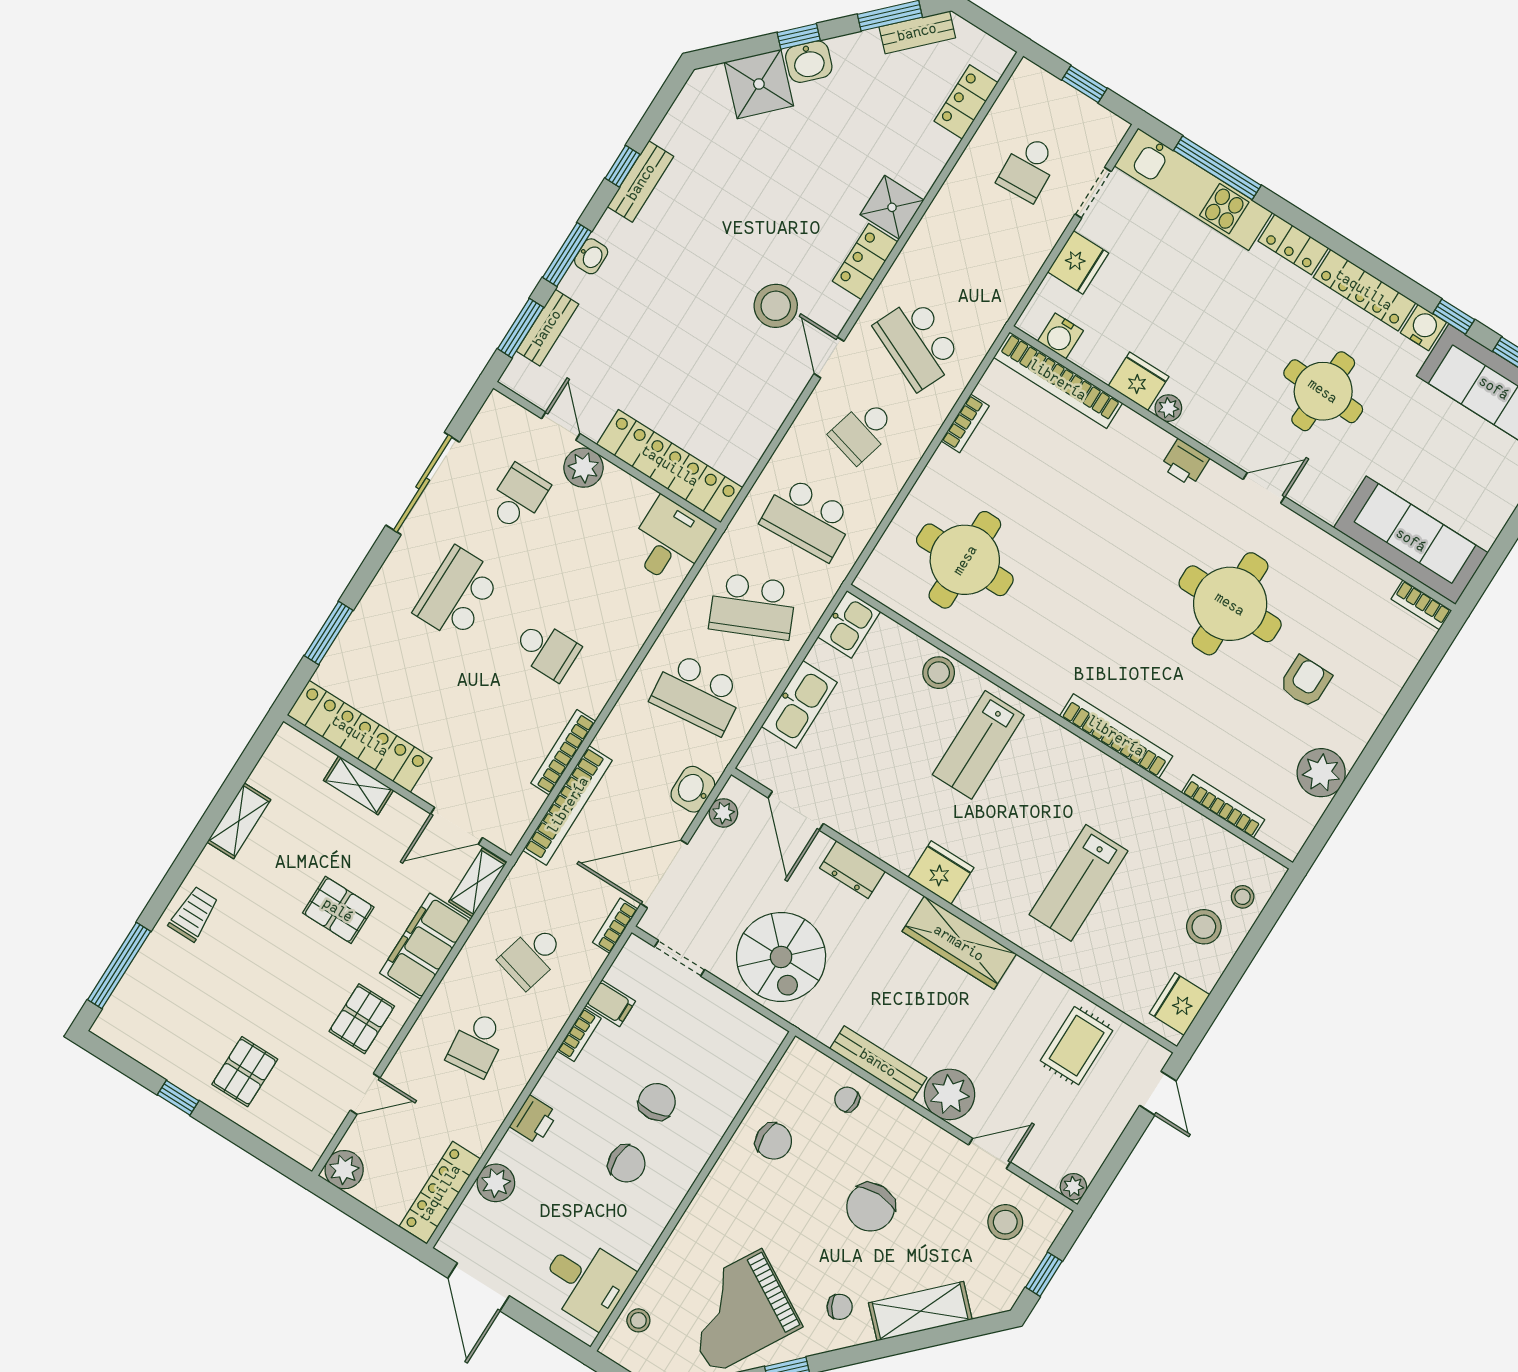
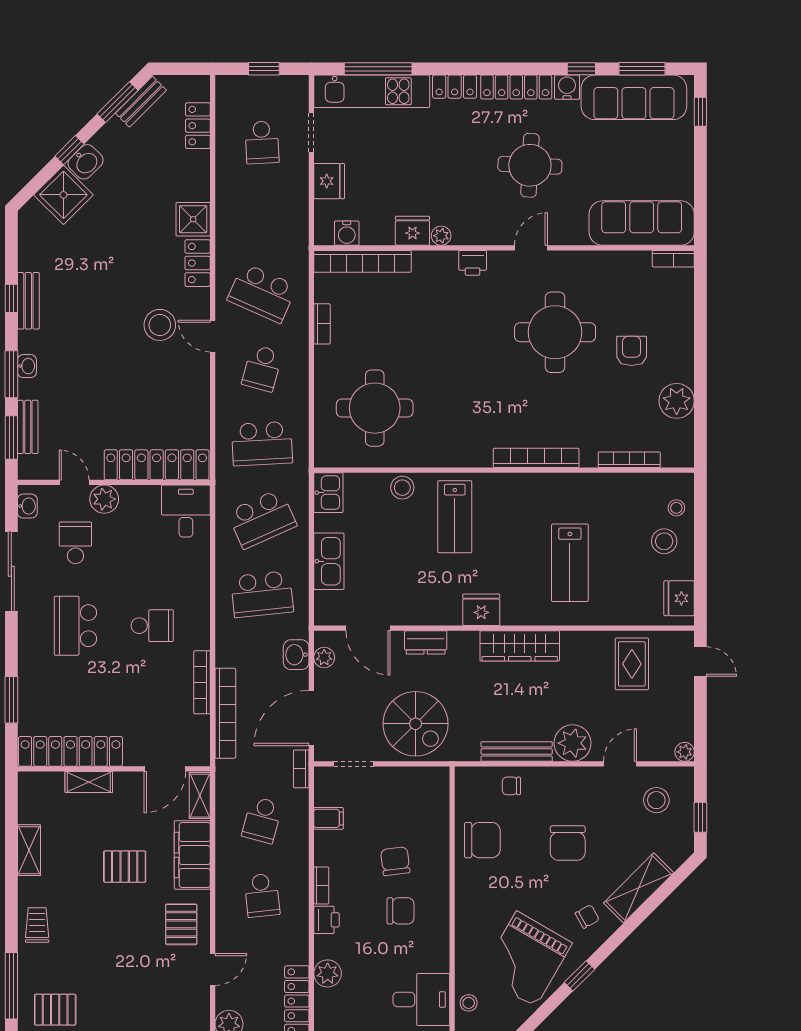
washbasin: (489, 419) -> (27, 506), added
bookcase: (579, 1035) -> (321, 885), moved
pallet: (245, 1072) -> (55, 1010), moved, turned 90
chair: (774, 1141) -> (482, 840), width x1.37, depth x1.37

